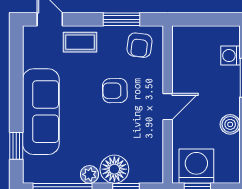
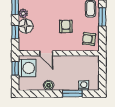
window: (122, 19) -> (102, 17), moved
door: (168, 107) -> (46, 53), moved

